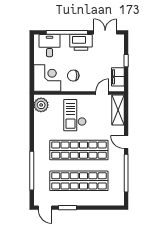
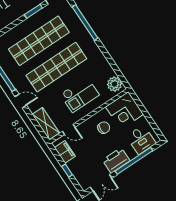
door: (102, 93) -> (69, 129), hinge flipped
checkout: (75, 115) -> (80, 95), turned 90

